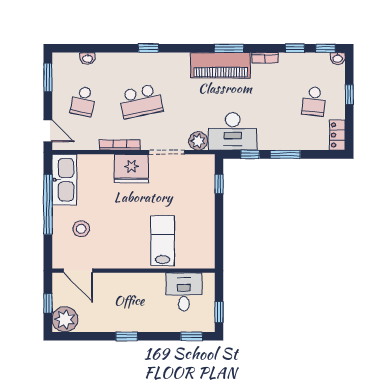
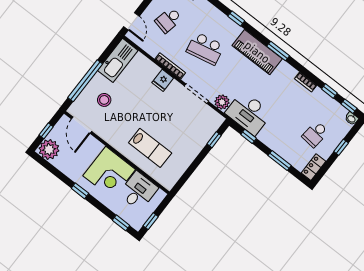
window: (229, 48) -> (278, 51), moved
piano: (221, 65) -> (257, 52), moved
window: (285, 154) -> (280, 161), moved
fridge: (131, 169) -> (163, 80), width x0.53, depth x0.75
window: (48, 204) -> (85, 81), moved
lab bench: (163, 241) -> (150, 148), turned 90
corner desk: (141, 296) -> (109, 173), added

